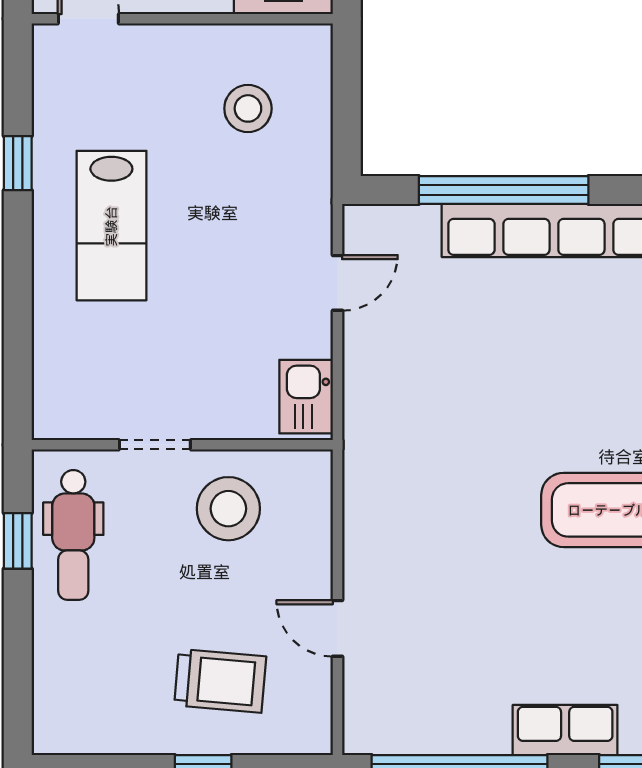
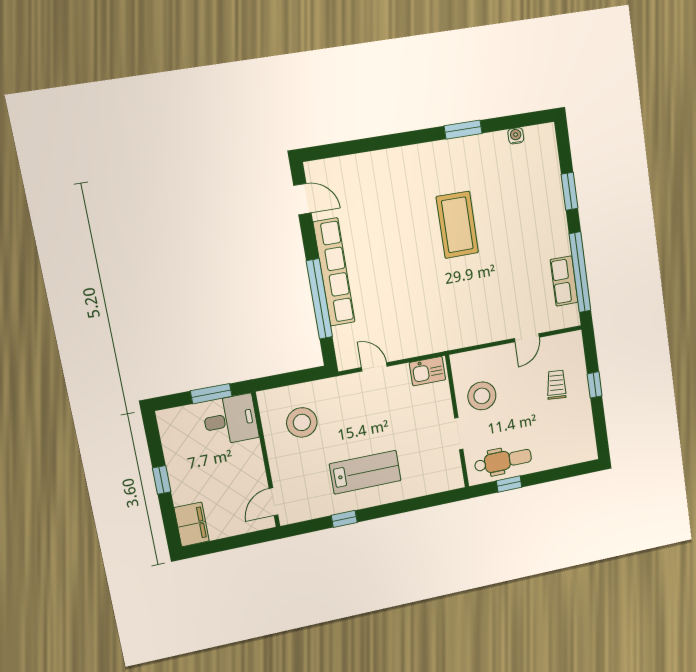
stool: (248, 108) -> (302, 422), width x1.38, depth x1.38
trolley: (220, 681) -> (556, 385), width x0.73, depth x0.72
row of seats: (565, 730) -> (564, 281), moved

